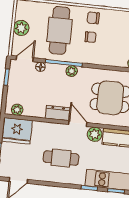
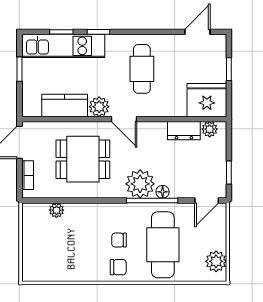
plant: (21, 28) -> (216, 261), moved
floor lamp: (40, 67) -> (163, 192), moved
plant: (72, 71) -> (140, 184), width x1.88, depth x1.88
dresser: (58, 113) -> (184, 131), moved
cafe table: (61, 158) -> (142, 69), turned 90

